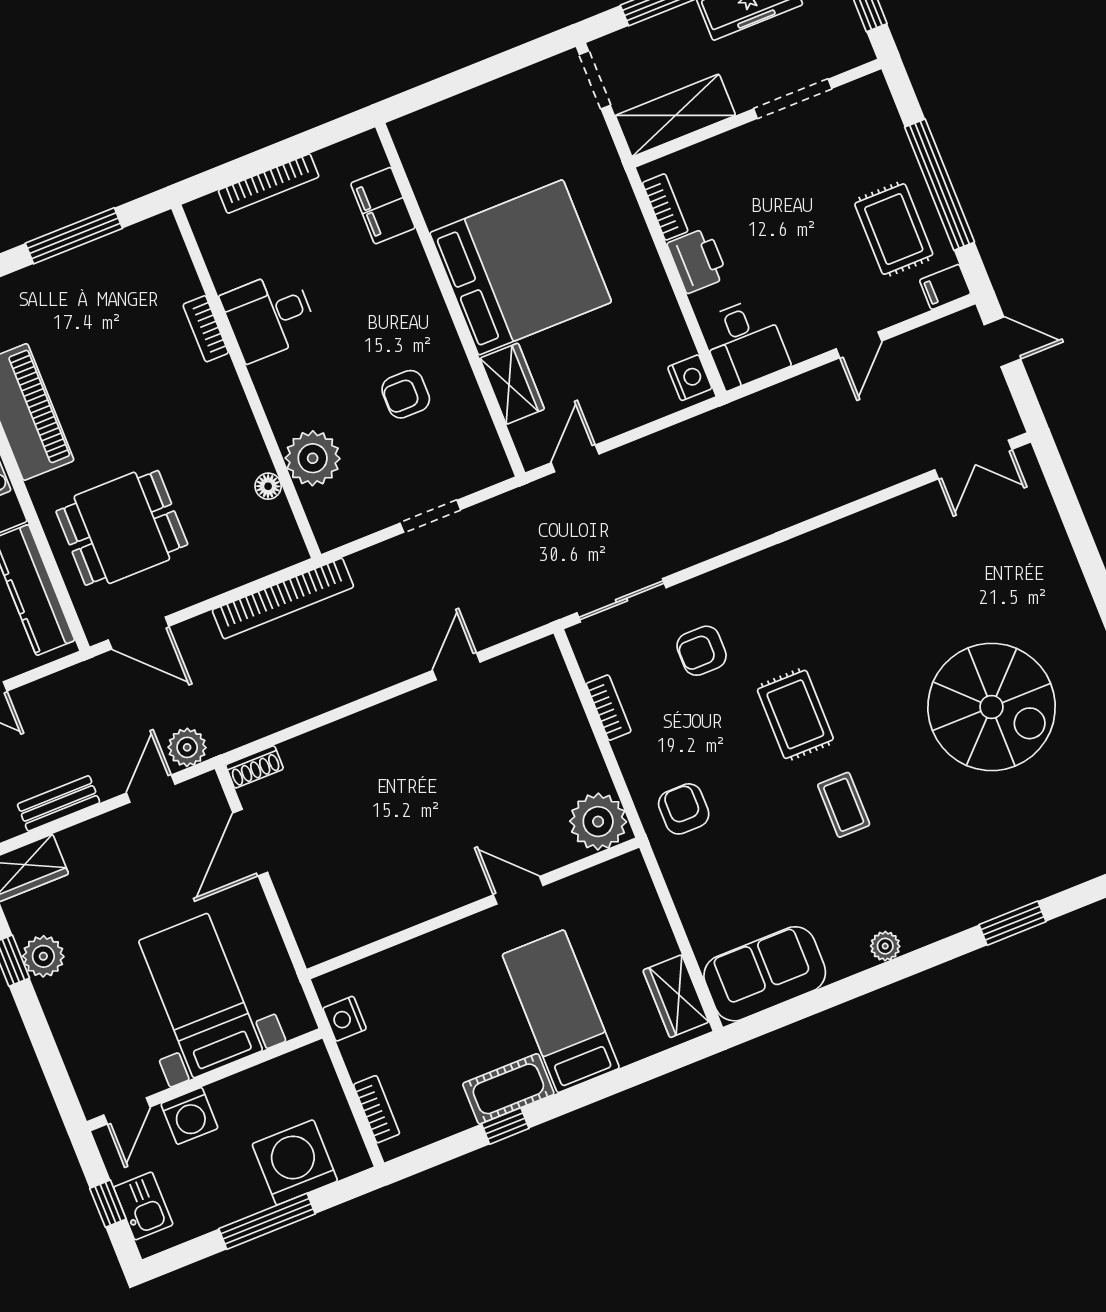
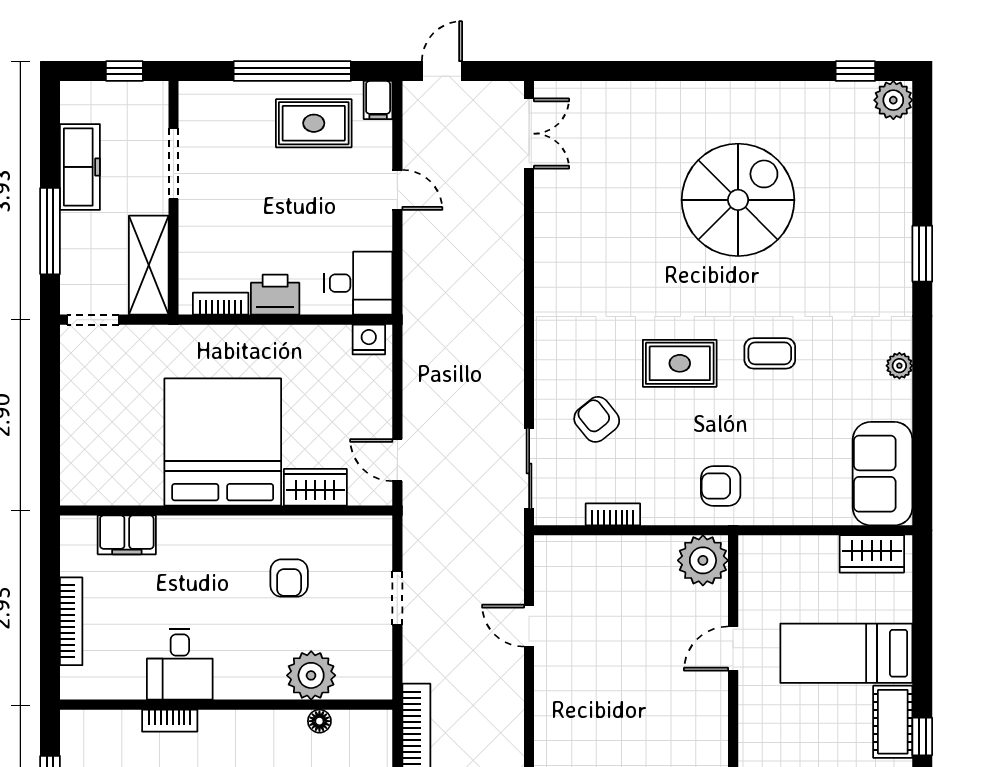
armchair: (702, 651) -> (597, 419), turned 141

